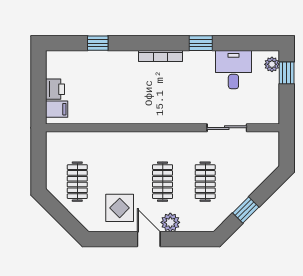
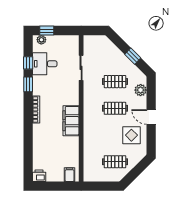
window: (98, 43) -> (28, 63), moved
printer: (55, 89) -> (39, 176), moved
filing cabinet: (143, 112) -> (71, 121), added
plant: (170, 222) -> (141, 90), moved
door: (149, 239) -> (151, 117), hinge flipped

